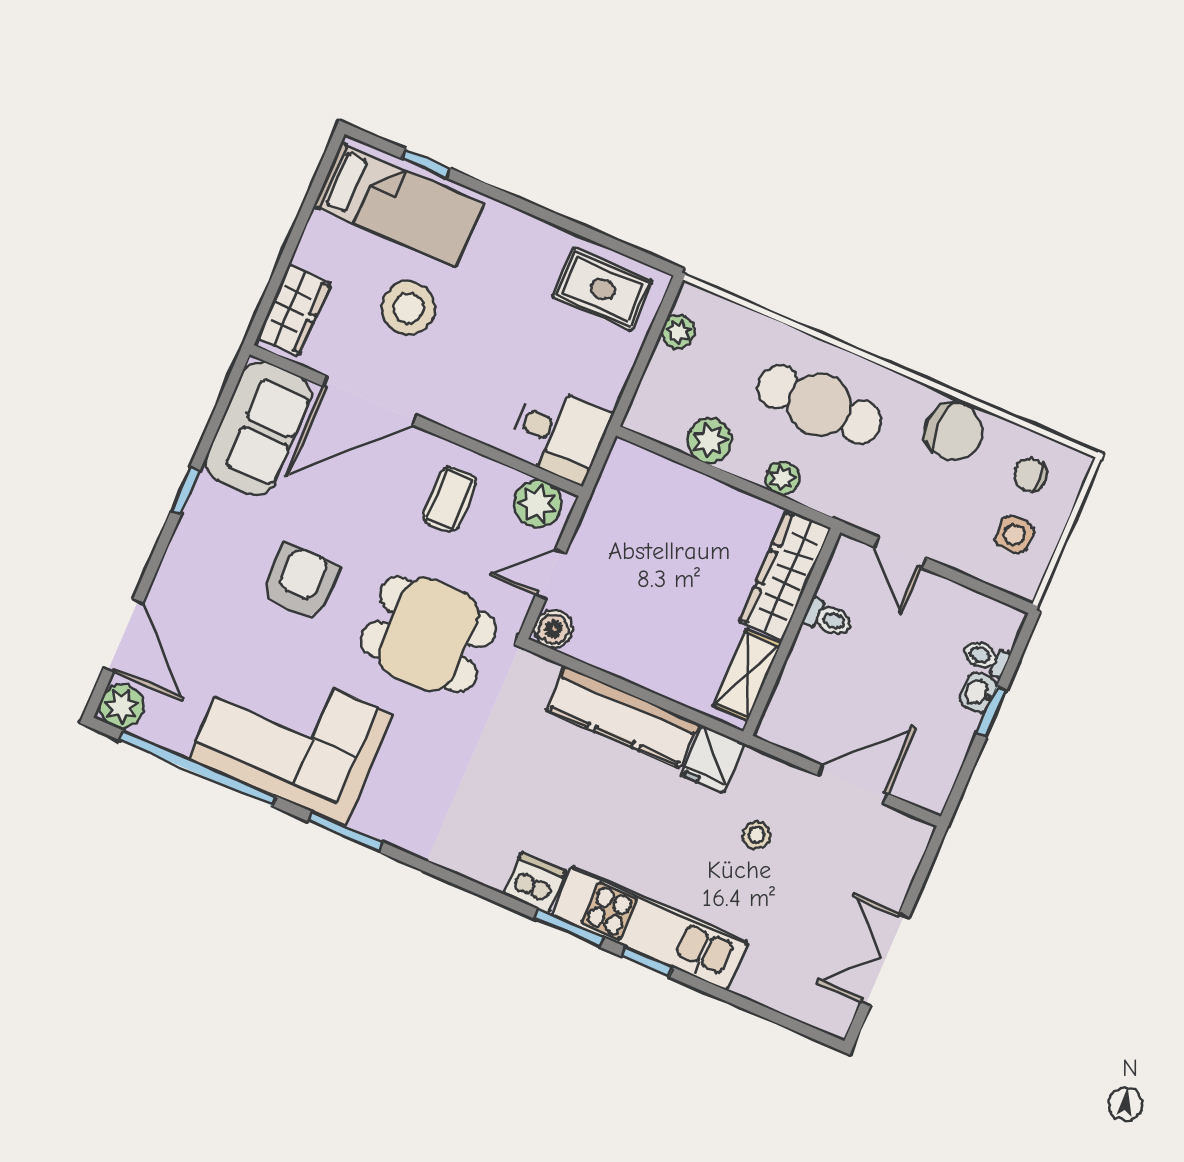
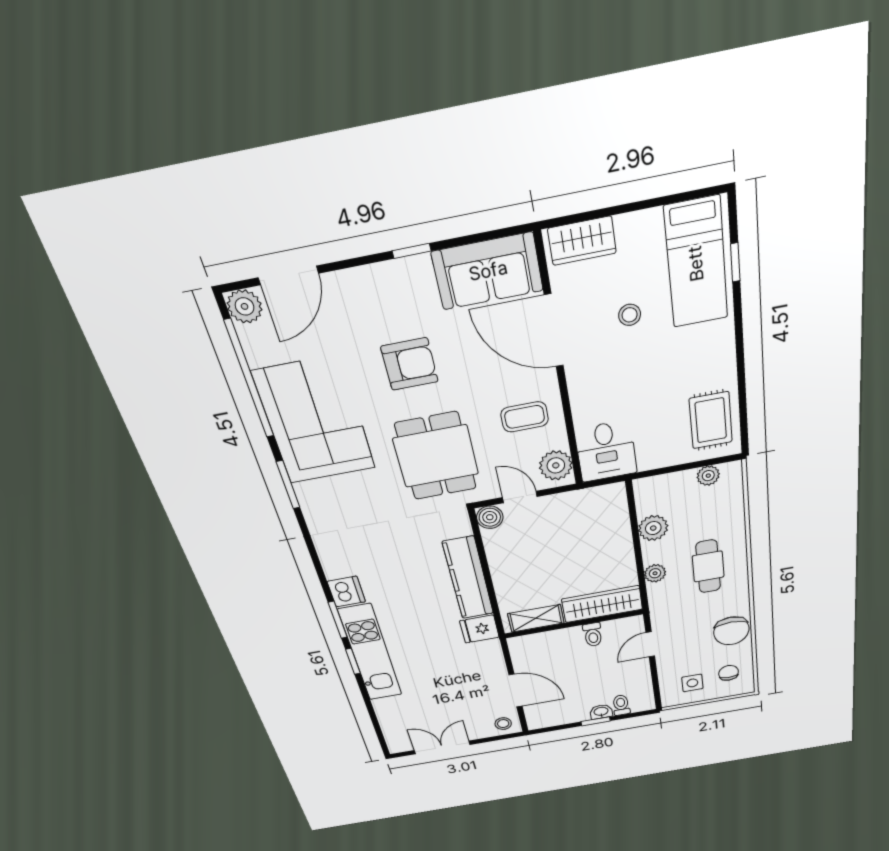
stool: (408, 308) -> (630, 315), width x0.53, depth x0.53
cafe table: (819, 405) -> (708, 566), width x0.73, depth x0.74
stool: (757, 835) -> (503, 724), moved

